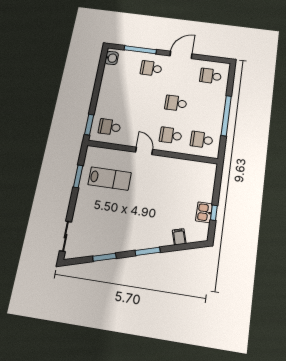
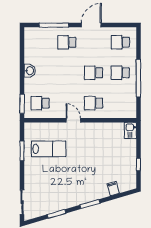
washbasin: (112, 58) -> (30, 71), moved
school desk: (202, 140) -> (120, 73), moved
kitchen sink: (204, 212) -> (130, 131), moved

